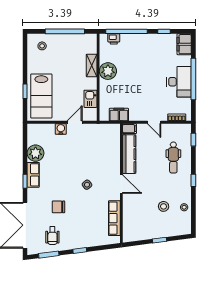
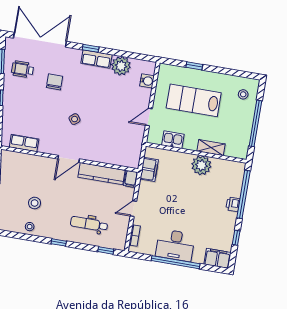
printer: (114, 39) -> (233, 204), moved
lab bench: (41, 96) -> (194, 100), moved
door: (75, 122) -> (149, 117), swing flipped
water cooler: (61, 129) -> (147, 81), moved
row of seats: (114, 218) -> (24, 143), width x0.68

